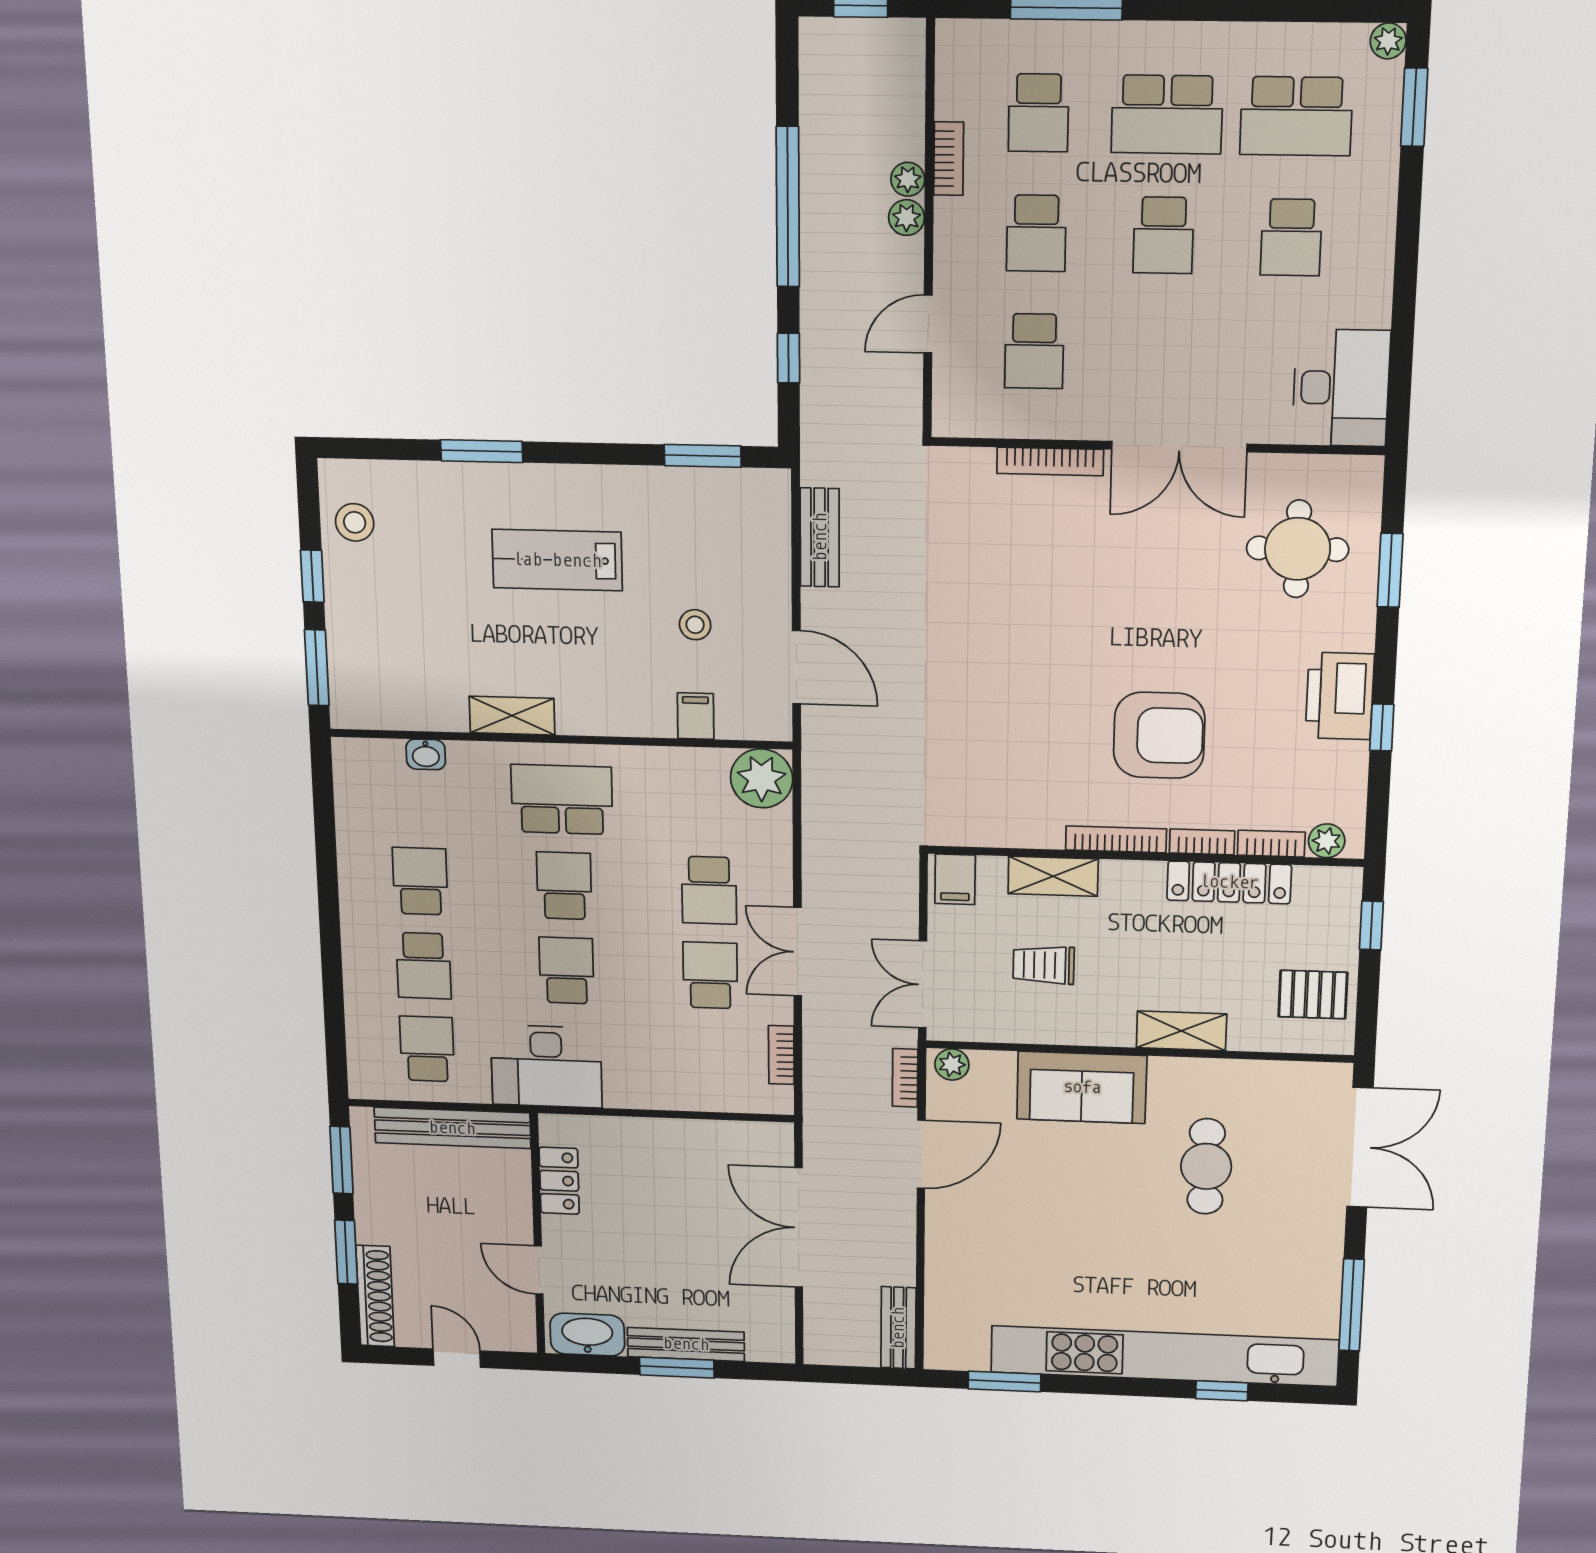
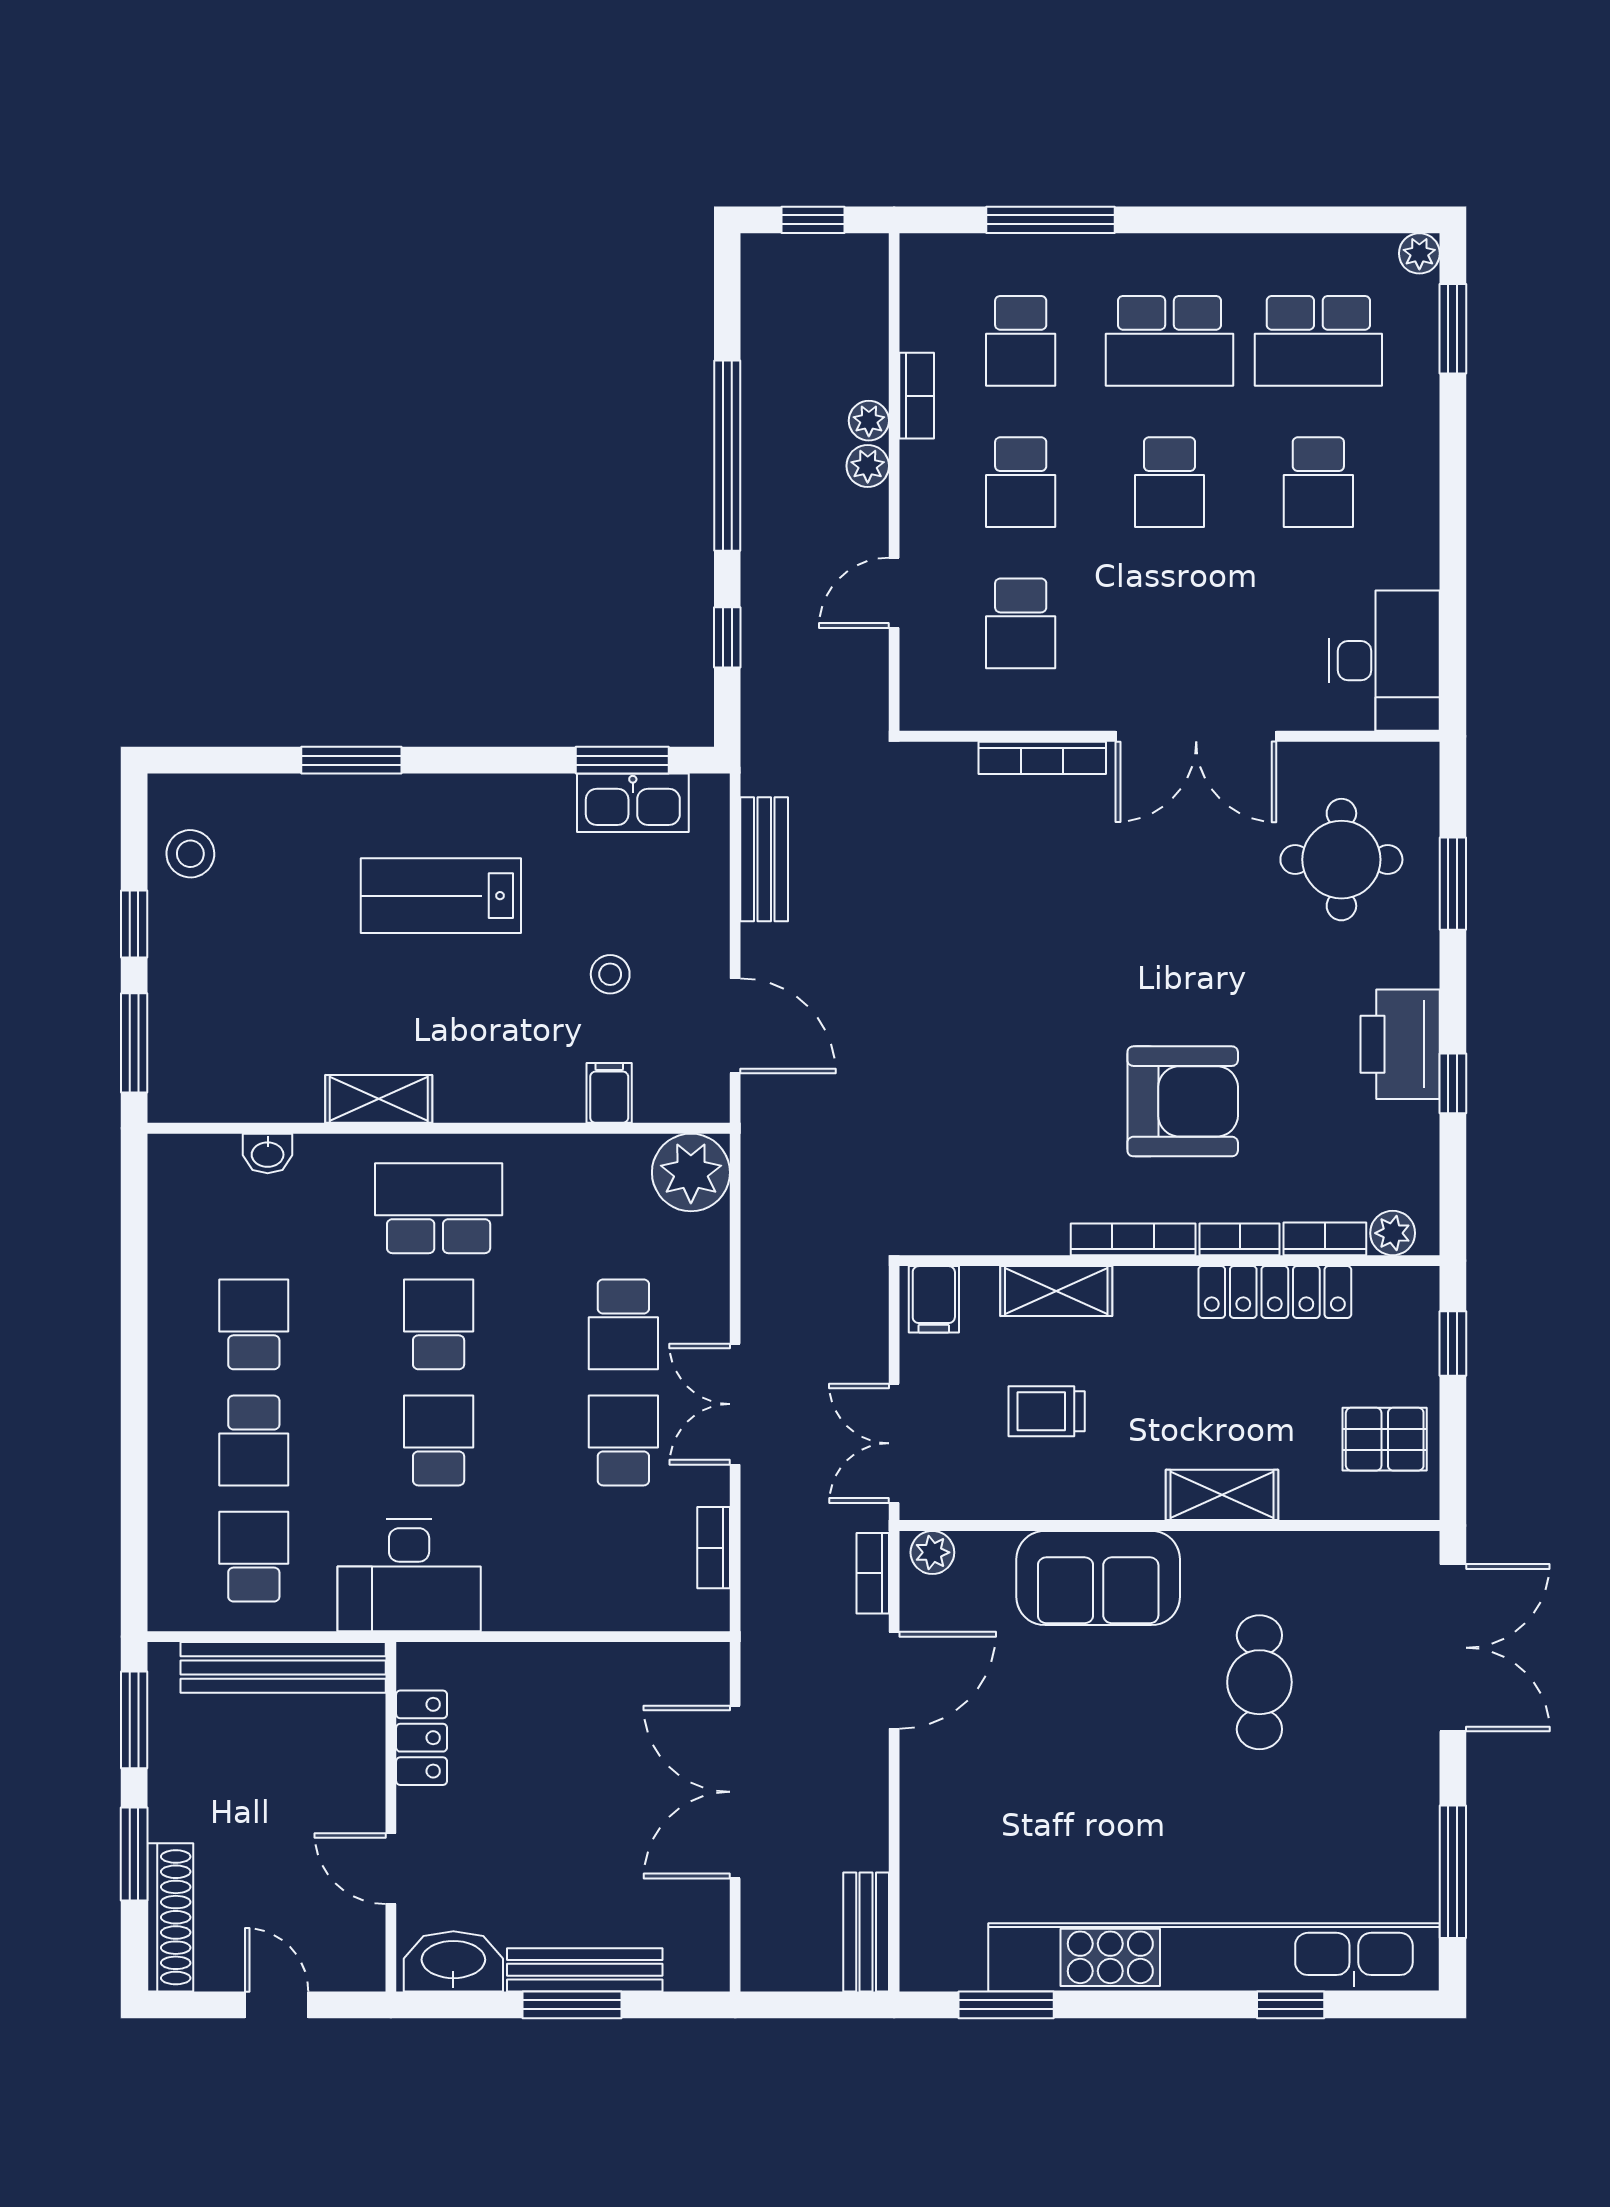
kitchen sink: (712, 490) -> (633, 803), added

